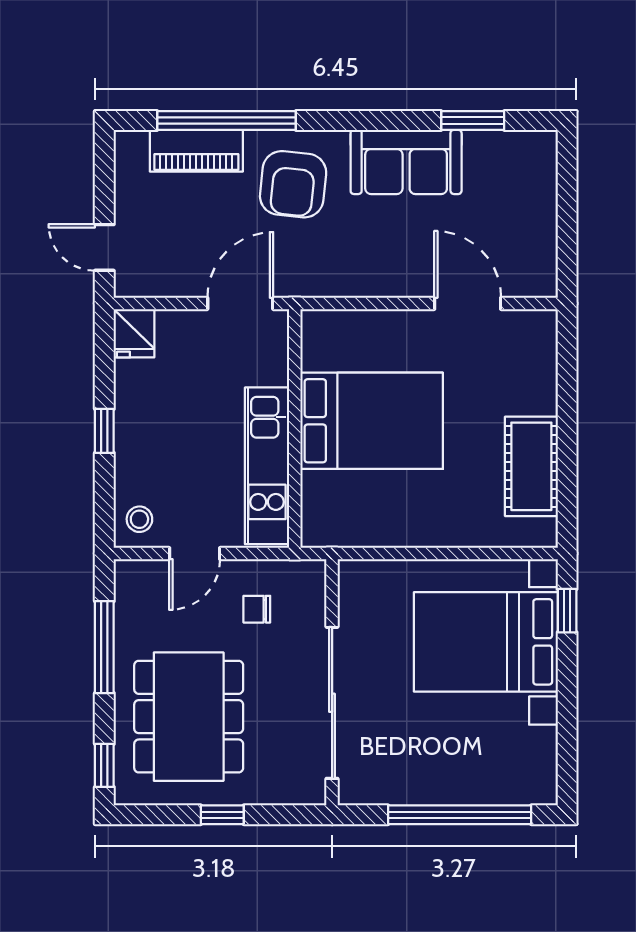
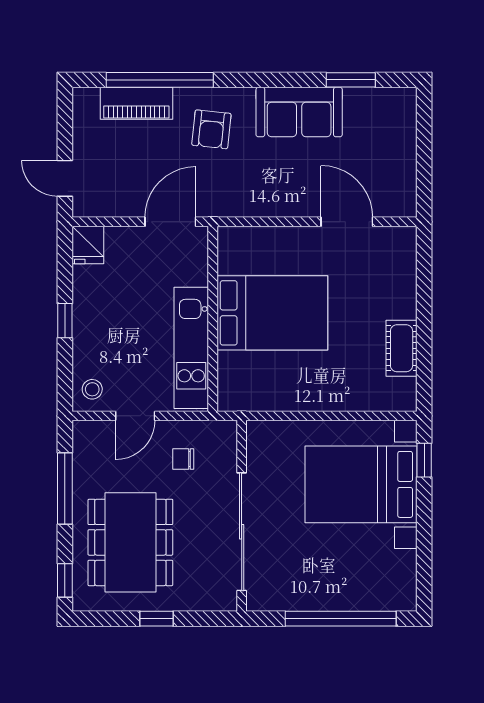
armchair: (293, 184) -> (211, 129), width x0.72, depth x0.72
cot: (531, 466) -> (402, 348), width x0.73, depth x0.75

